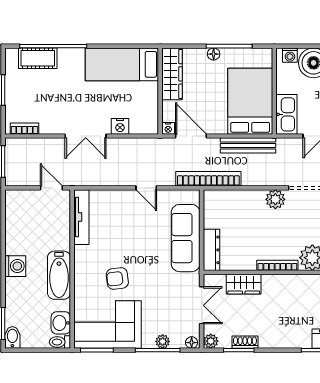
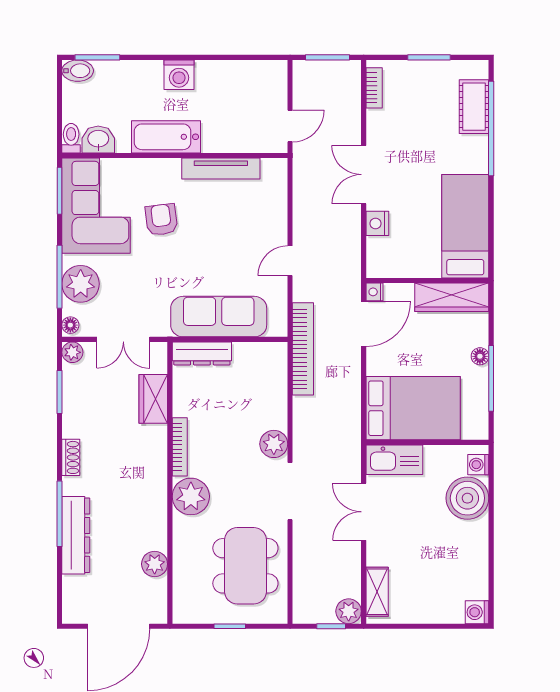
bench: (248, 145) -> (350, 405), removed
tv unit: (81, 217) -> (221, 169), moved
plant: (163, 341) -> (81, 284), width x1.87, depth x1.87
shoe rack: (245, 342) -> (71, 457), moved

